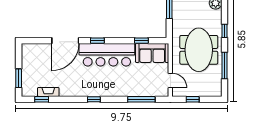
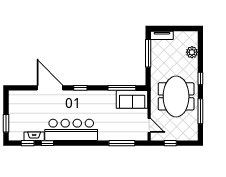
door: (65, 41) -> (50, 88), swing flipped
window: (141, 41) -> (122, 88), width x2.17
bar counter: (107, 55) -> (71, 130), moved, turned 180
window: (94, 99) -> (47, 143), moved

